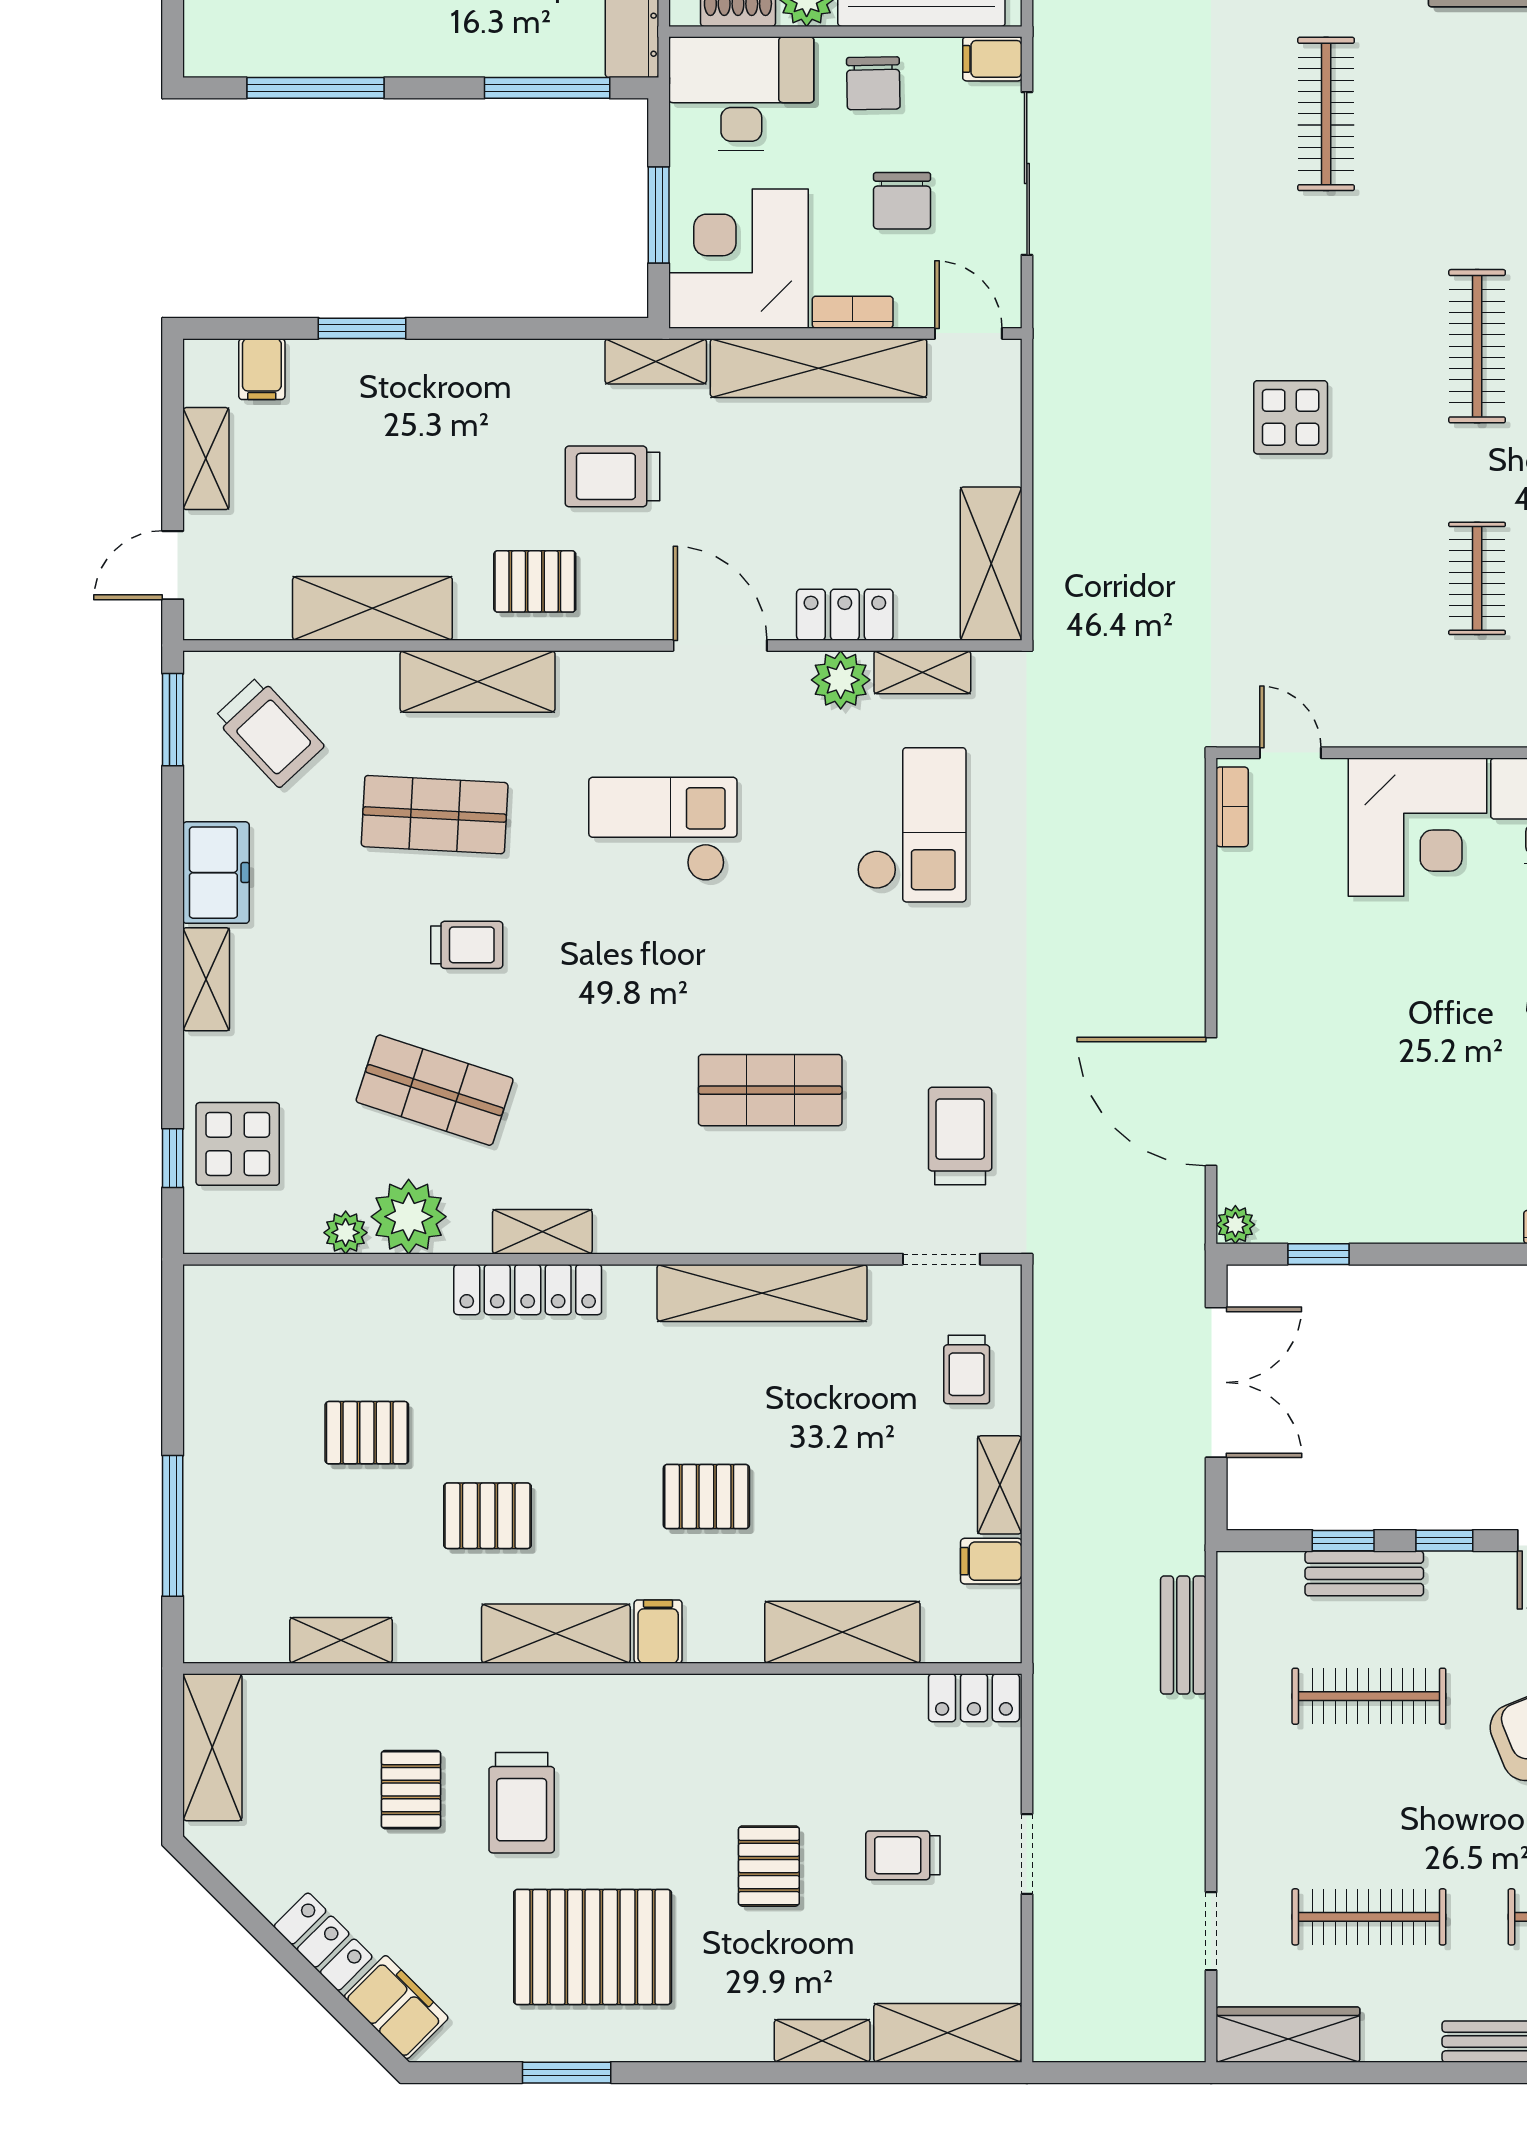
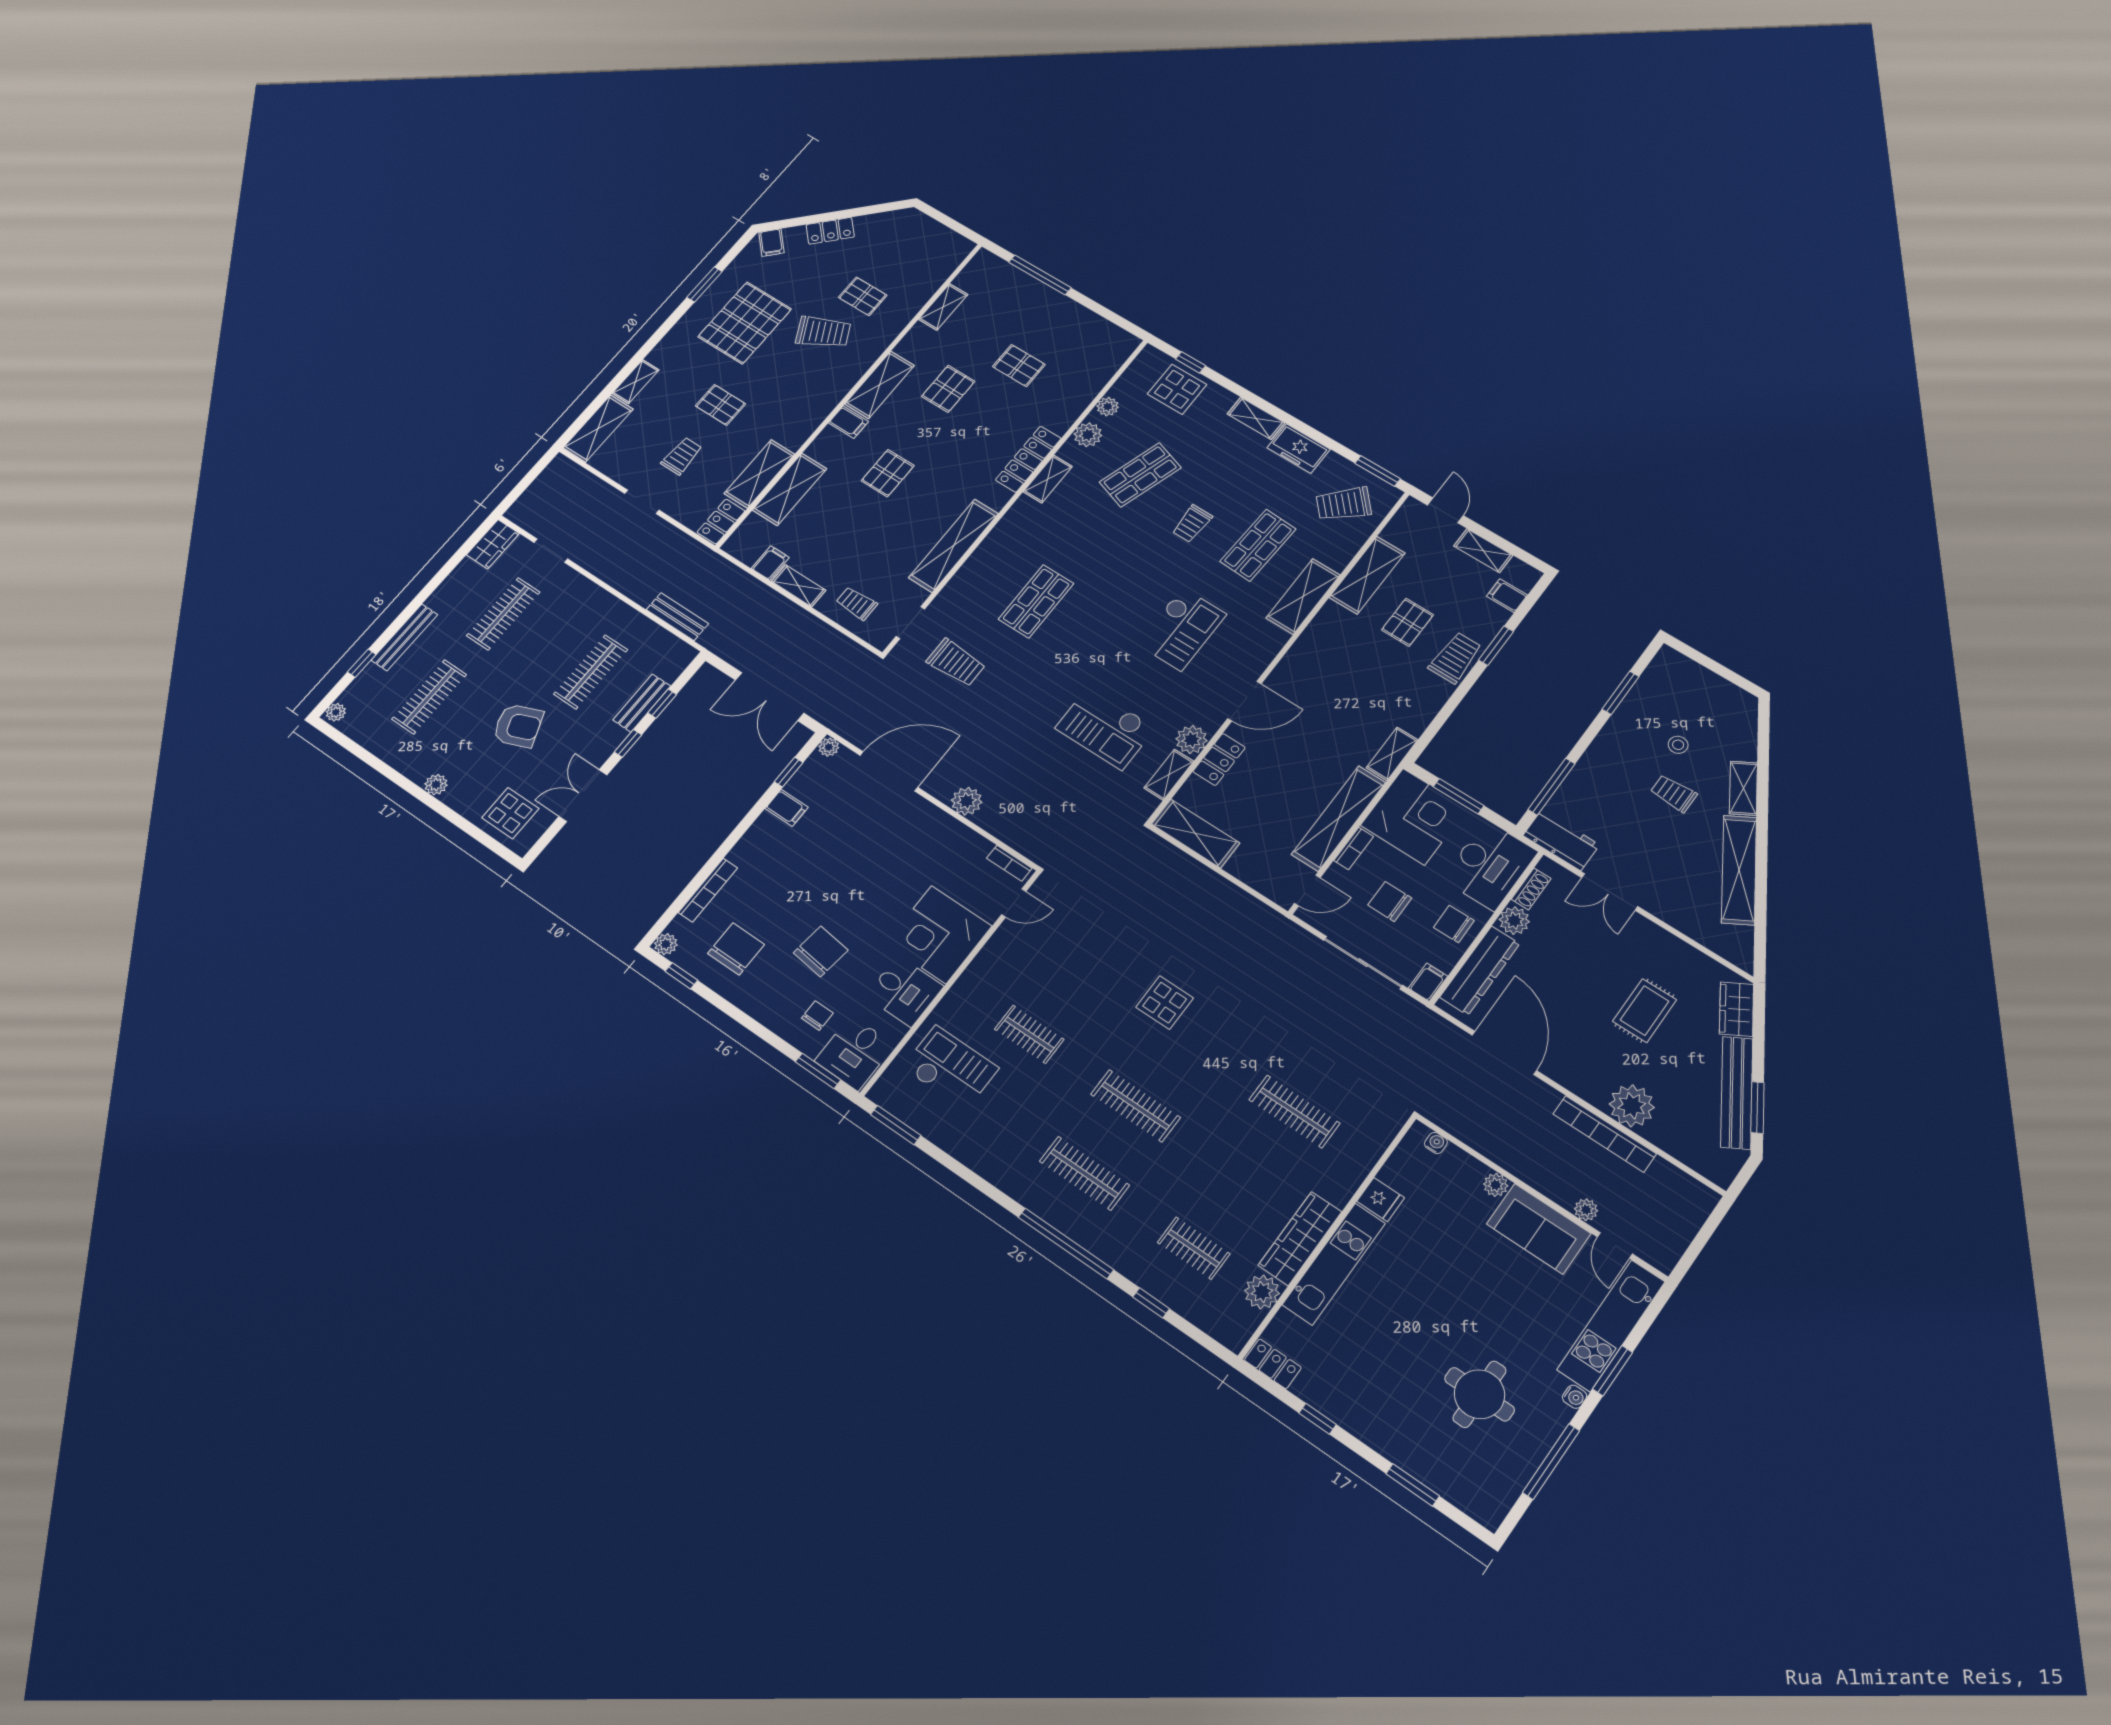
window: (315, 88) -> (1621, 693), width x0.69
trolley: (613, 476) -> (1455, 658), moved
pallet: (535, 581) -> (1407, 622), moved
plant: (1177, 946) -> (967, 801), added
filing cabinet: (1378, 1212) -> (787, 808), added
plant: (409, 1217) -> (1088, 435), width x0.73, depth x0.73
pallet: (367, 1433) -> (1019, 366), turned 90
shelving: (212, 1747) -> (759, 474), moved, turned 90
trolley: (522, 1803) -> (823, 332), turned 153
filing cabinet: (396, 2007) -> (772, 243), width x0.50
wardrobe: (1288, 2035) -> (493, 544), width x0.67

